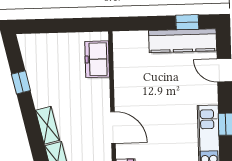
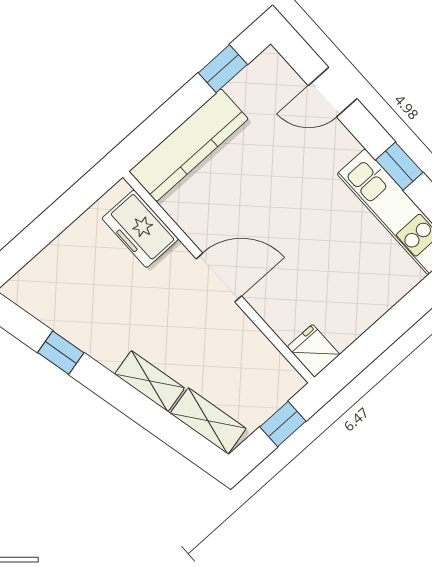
kitchen counter: (183, 41) -> (189, 145), moved
door: (113, 128) -> (219, 277), moved

